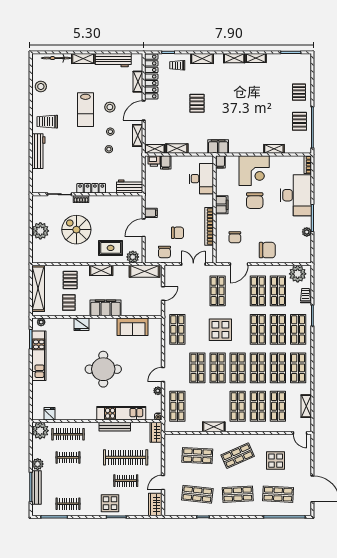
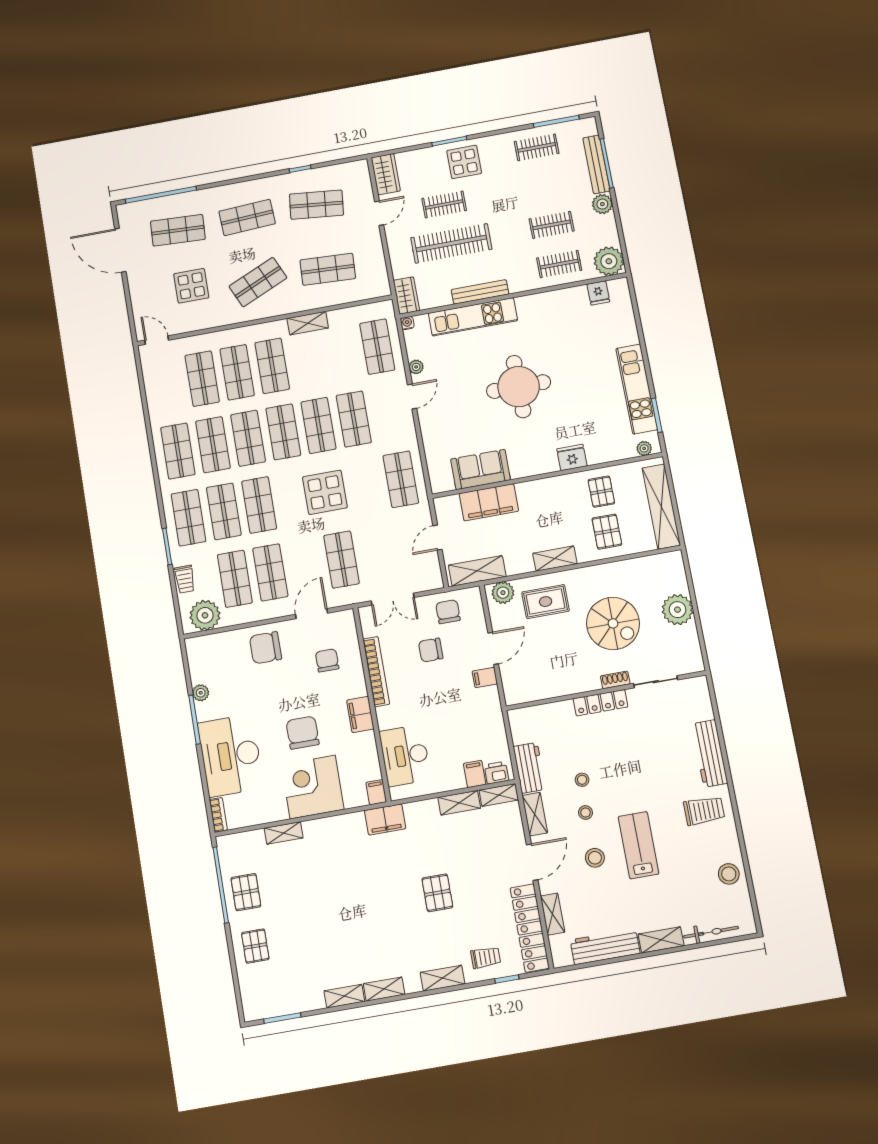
workbench: (130, 187) -> (529, 768), moved, turned -90
filing cabinet: (106, 308) -> (489, 502), moved
shelving: (306, 406) -> (153, 388), removed
clothes rail: (68, 434) -> (559, 264), width x0.73

